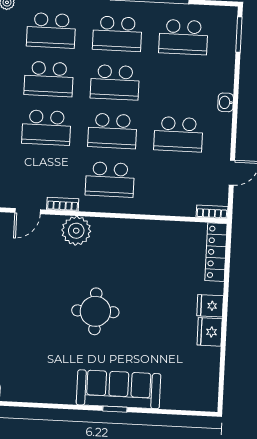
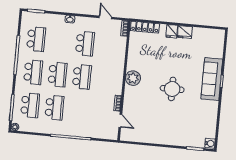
school desk: (46, 128) -> (79, 110), removed
school desk: (110, 180) -> (106, 79), removed
plant: (76, 231) -> (133, 78), moved

